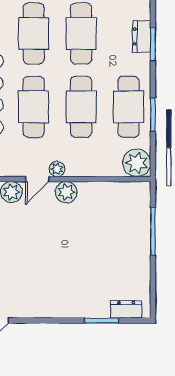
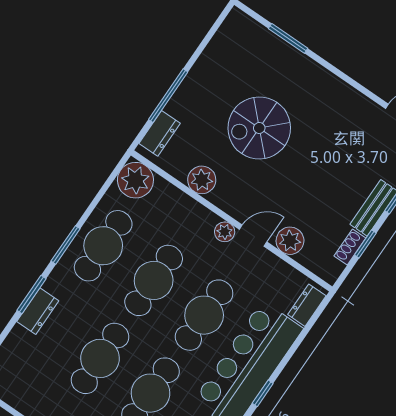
window: (153, 115) -> (66, 245), moved
plant: (66, 192) -> (202, 180), moved
spiral stairs: (81, 251) -> (259, 128), added
dresser: (126, 309) -> (160, 133), moved, turned -90

